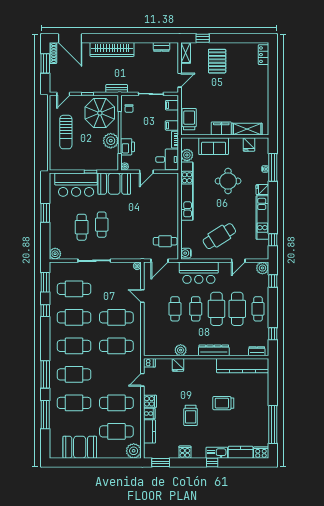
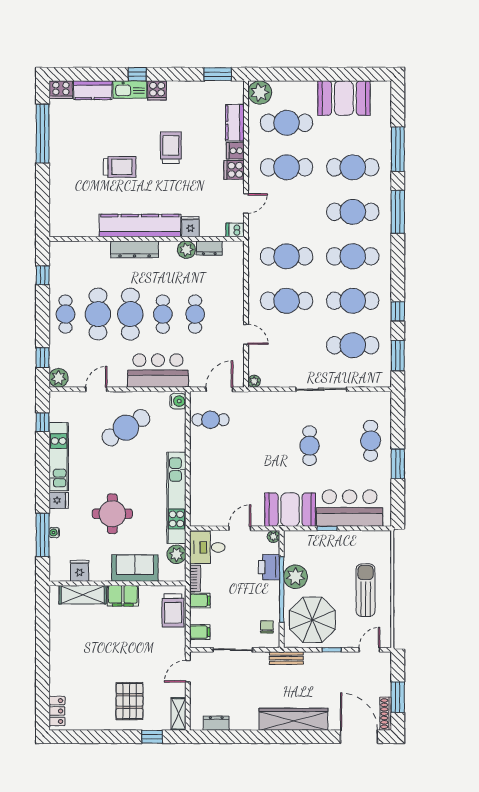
cafe table: (82, 227) -> (371, 441), moved
plant: (55, 254) -> (382, 400), removed
dresser: (257, 351) -> (209, 248), moved
kitchen counter: (243, 366) -> (140, 226), moved
cooker: (185, 452) -> (157, 90), moved

